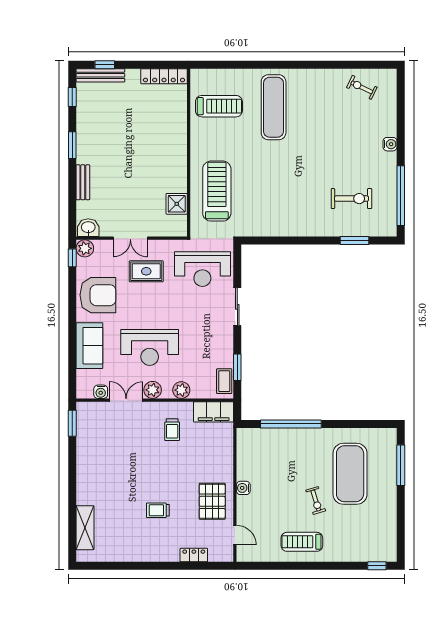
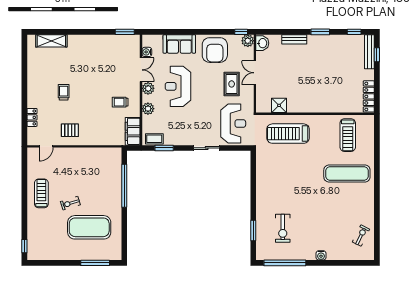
treadmill: (217, 191) -> (288, 134), turned 180
reception desk: (202, 269) -> (233, 123), turned 180
water cooler: (243, 488) -> (79, 152), removed
pallet: (212, 501) -> (70, 130), width x0.67, depth x0.71

